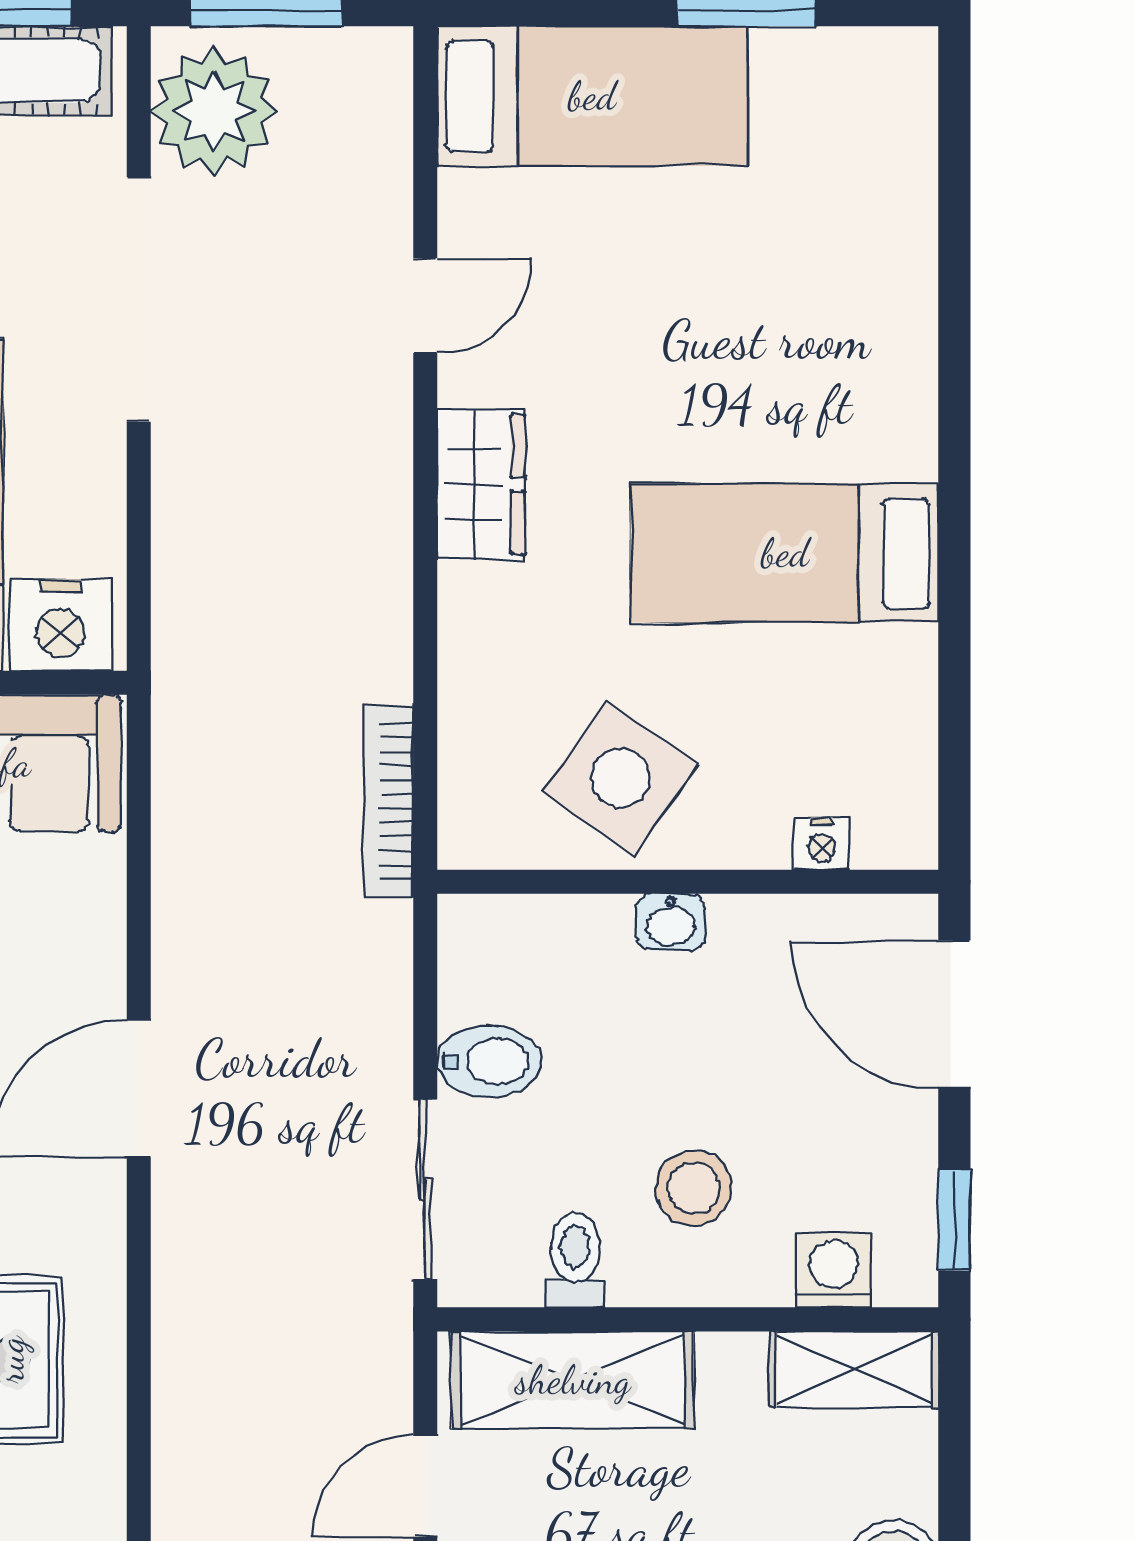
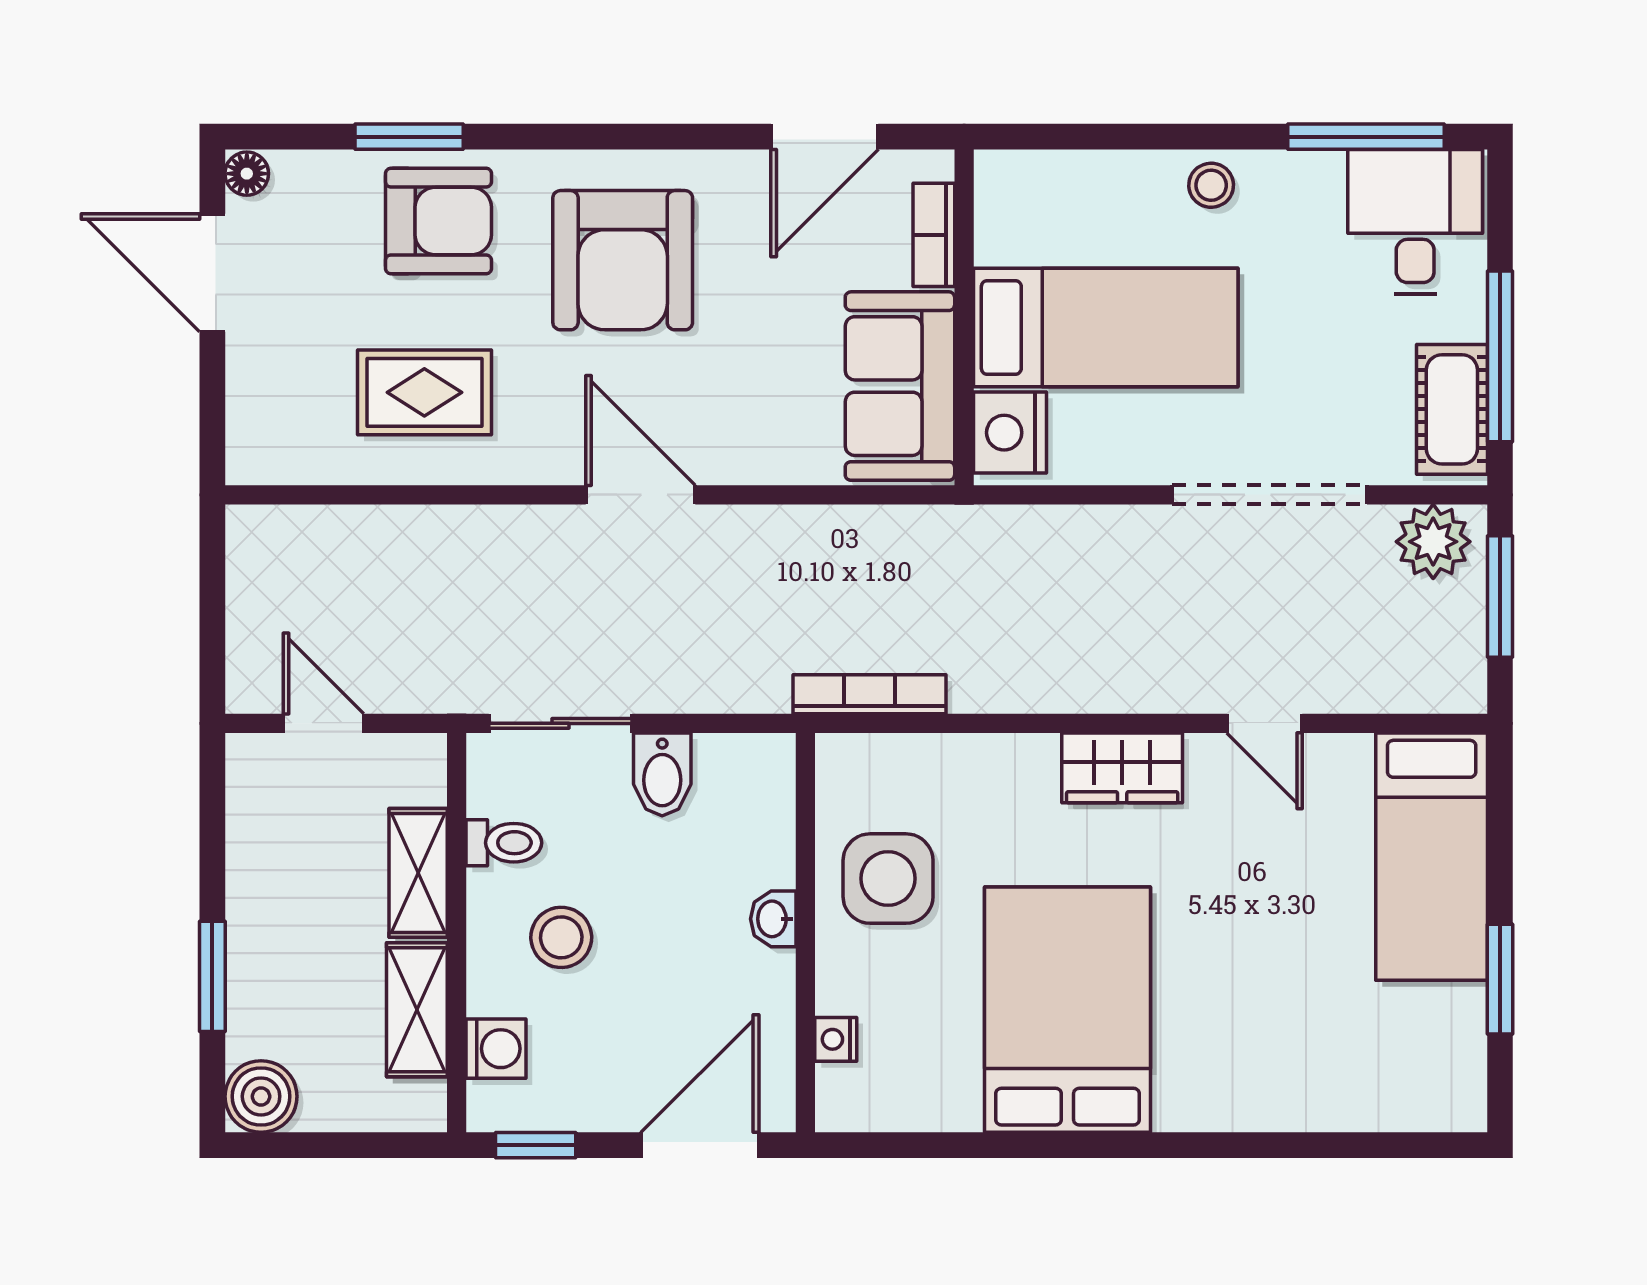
plant: (214, 111) -> (1433, 542), width x0.73, depth x0.73
bed: (785, 553) -> (1067, 1010), width x1.50
side table: (620, 778) -> (888, 879), turned -35
shelving: (854, 1369) -> (417, 1010), moved
shelving: (573, 1380) -> (418, 873), width x0.67, depth x0.75

